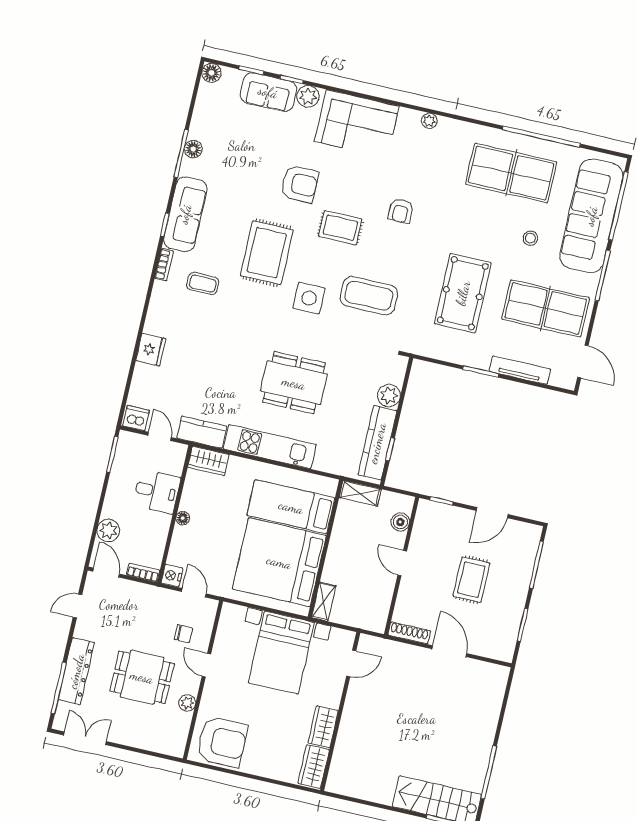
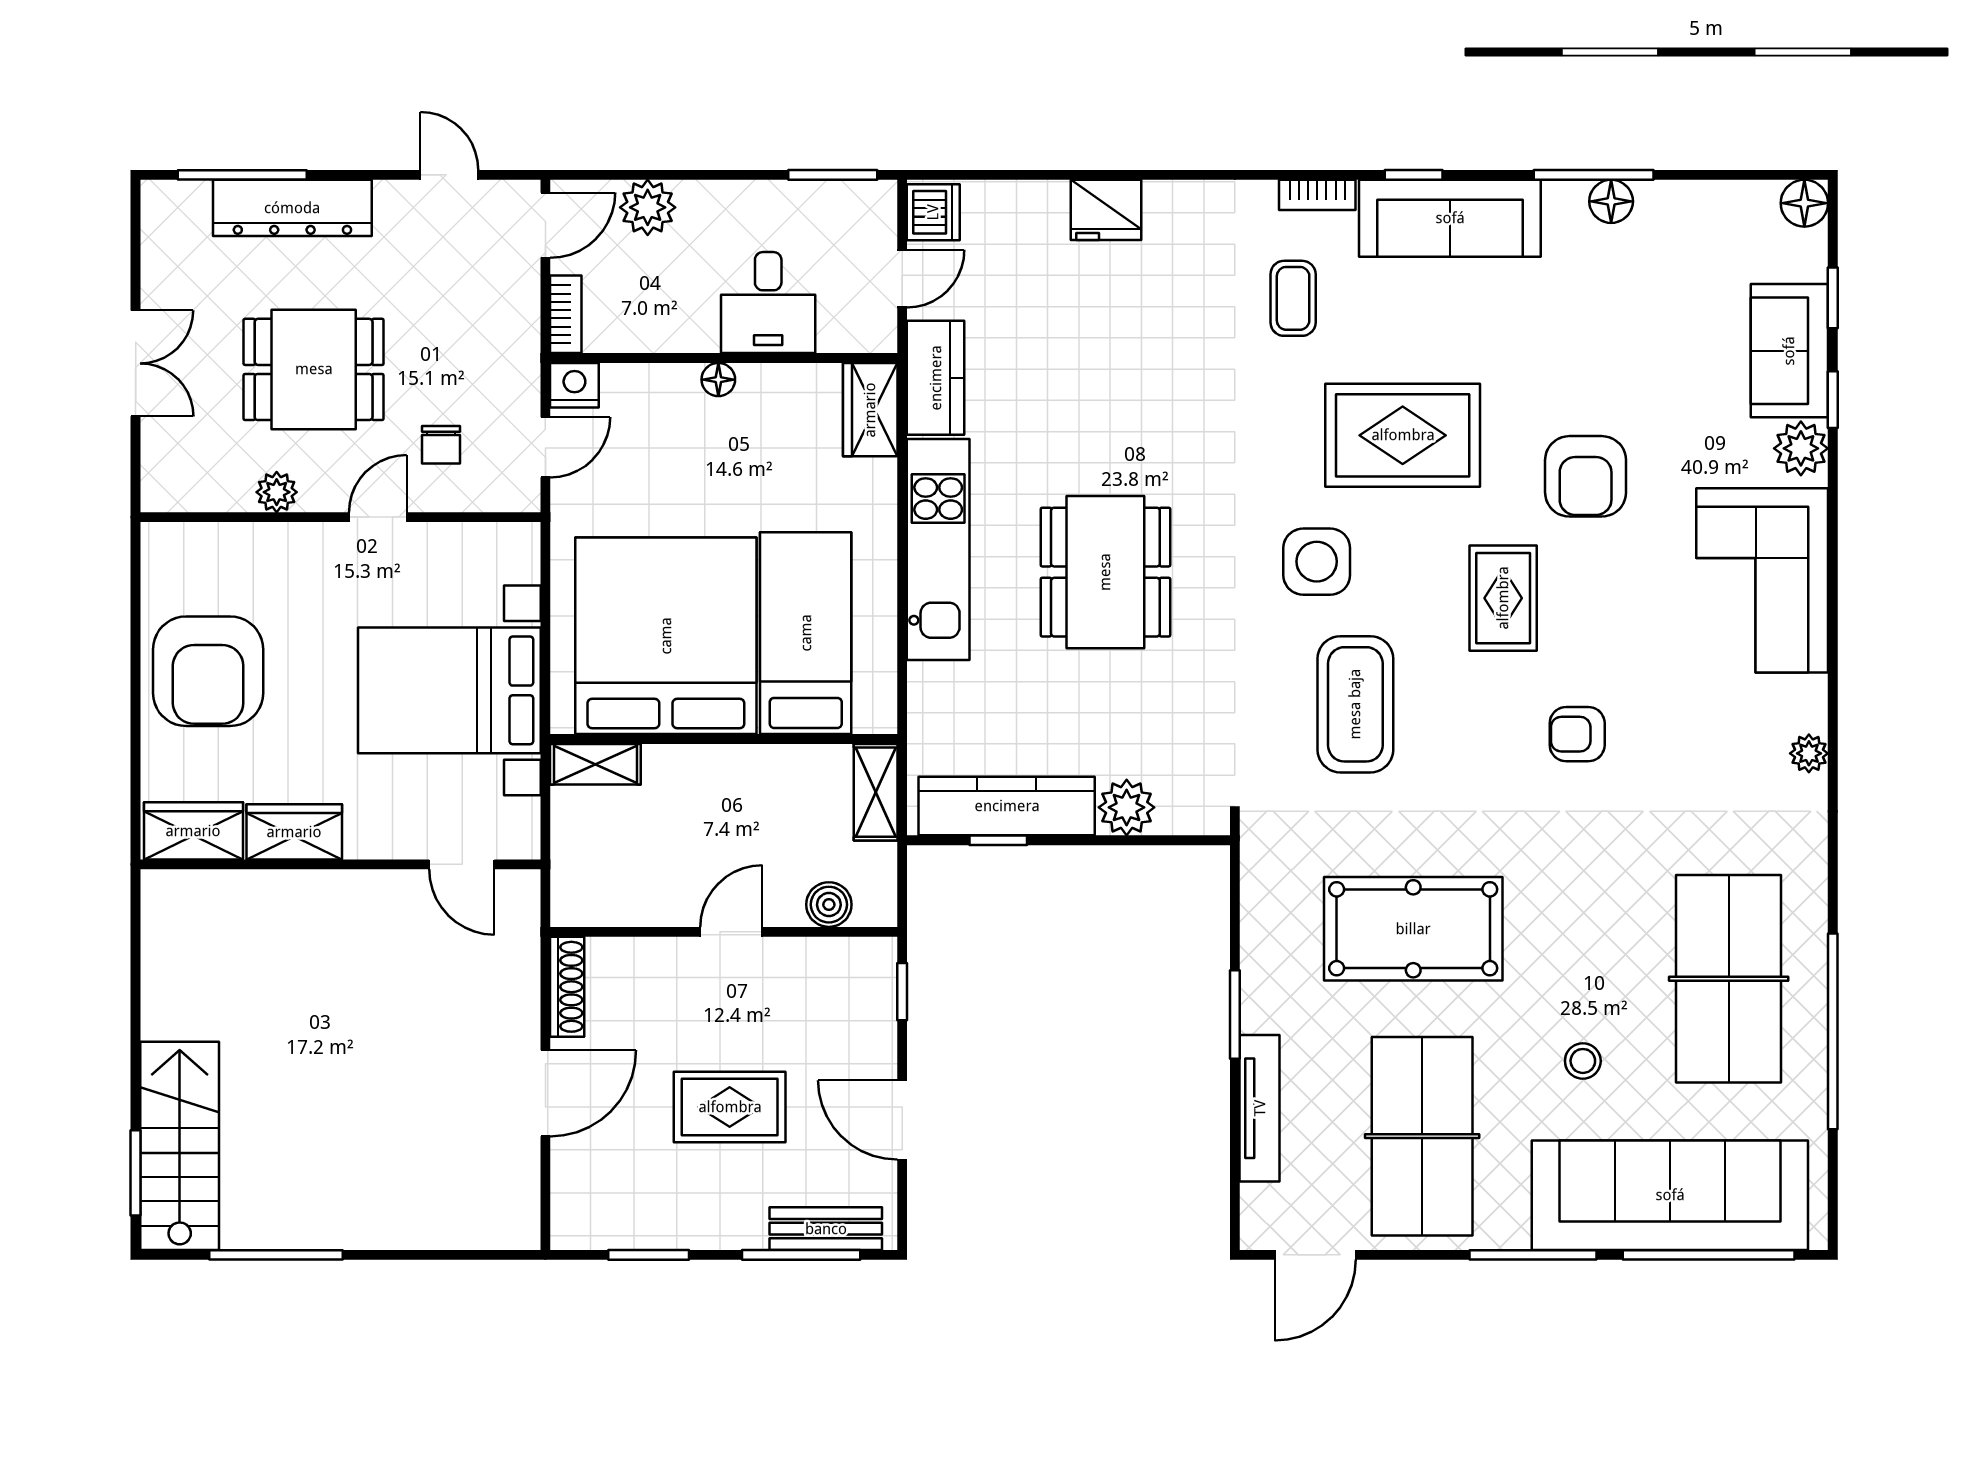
bench: (528, 553) -> (826, 1229), added
dining table: (142, 677) -> (314, 369), turned 90
double door: (85, 738) -> (136, 363), moved
armchair: (222, 742) -> (208, 671), moved

